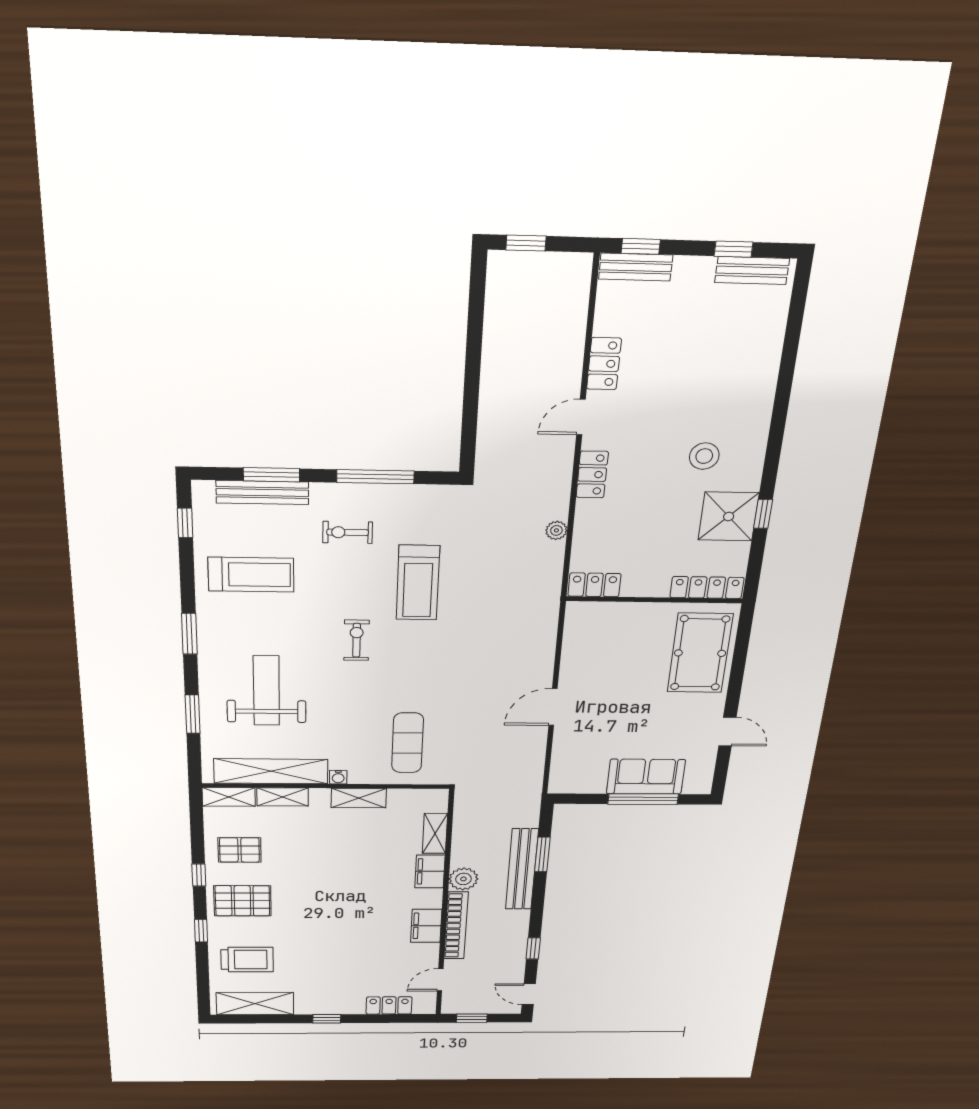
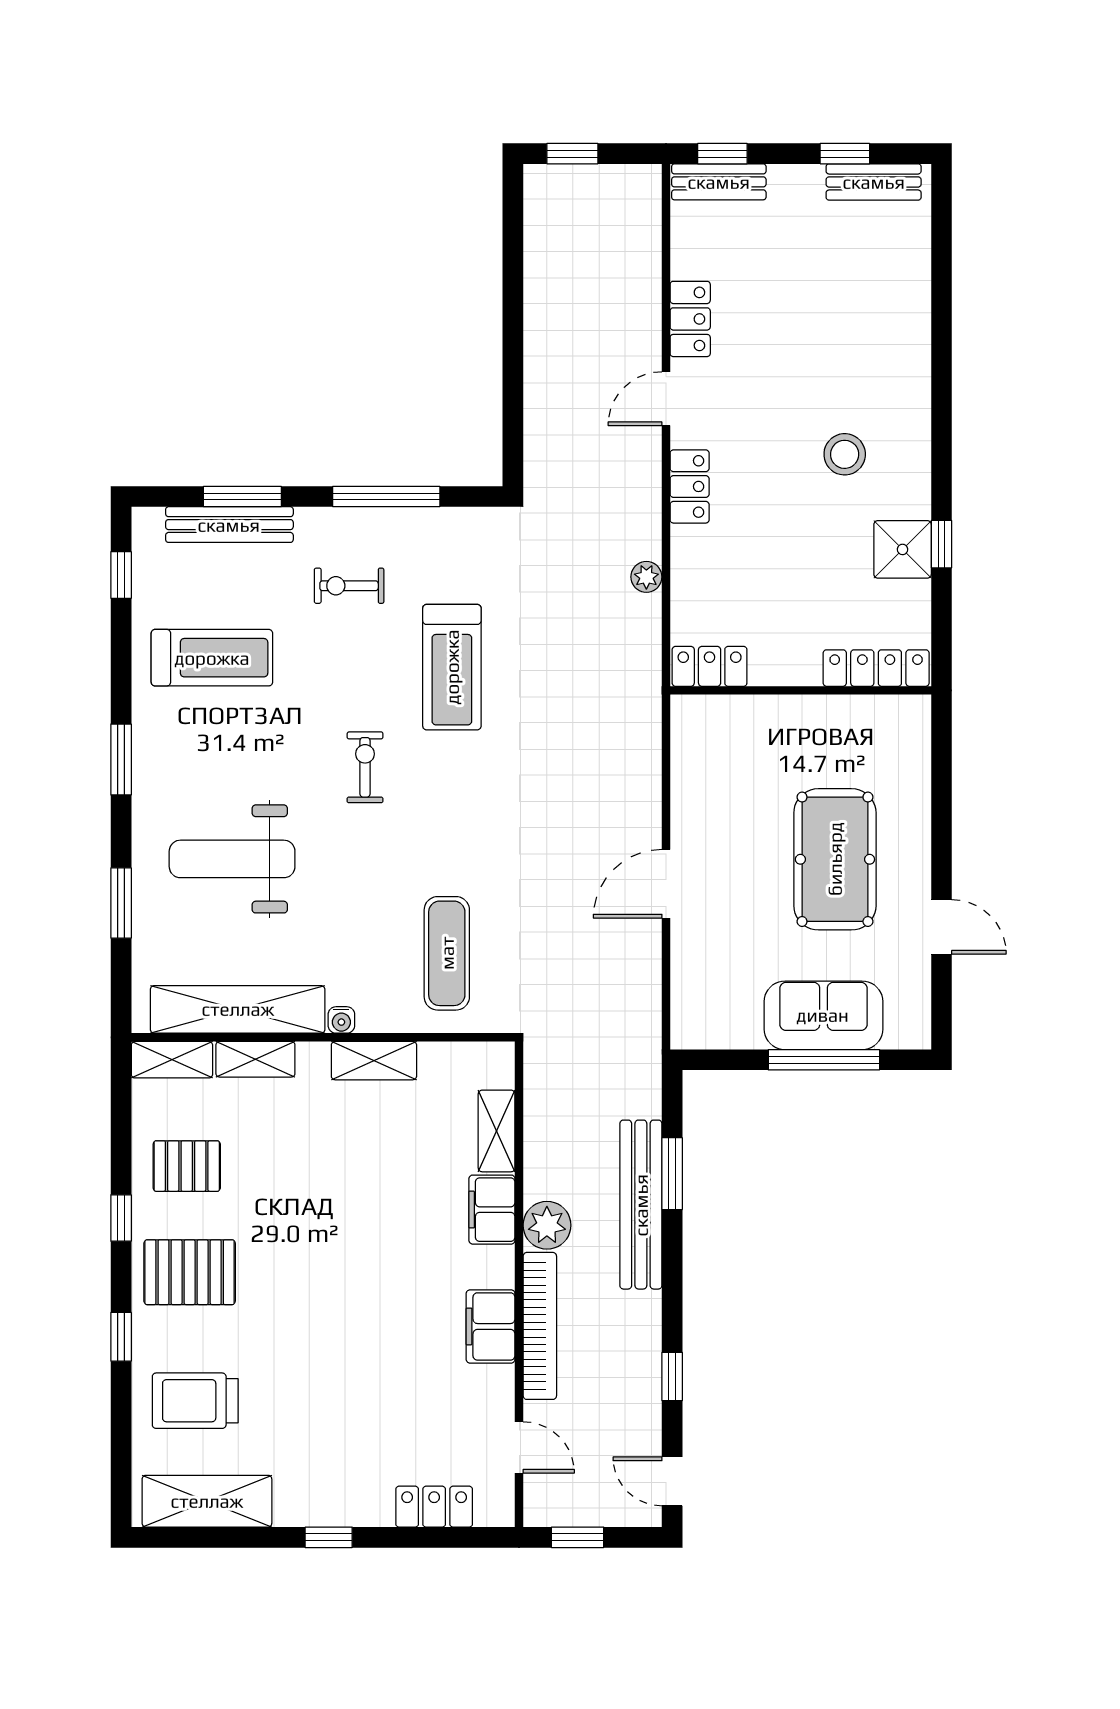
shower: (729, 516) -> (903, 549), width x0.73, depth x0.73
pool table: (700, 653) -> (835, 859), moved
weight bench: (266, 691) -> (232, 859), turned -90
trolley: (247, 960) -> (195, 1401), turned 180
door: (440, 980) -> (519, 1447), swing flipped

